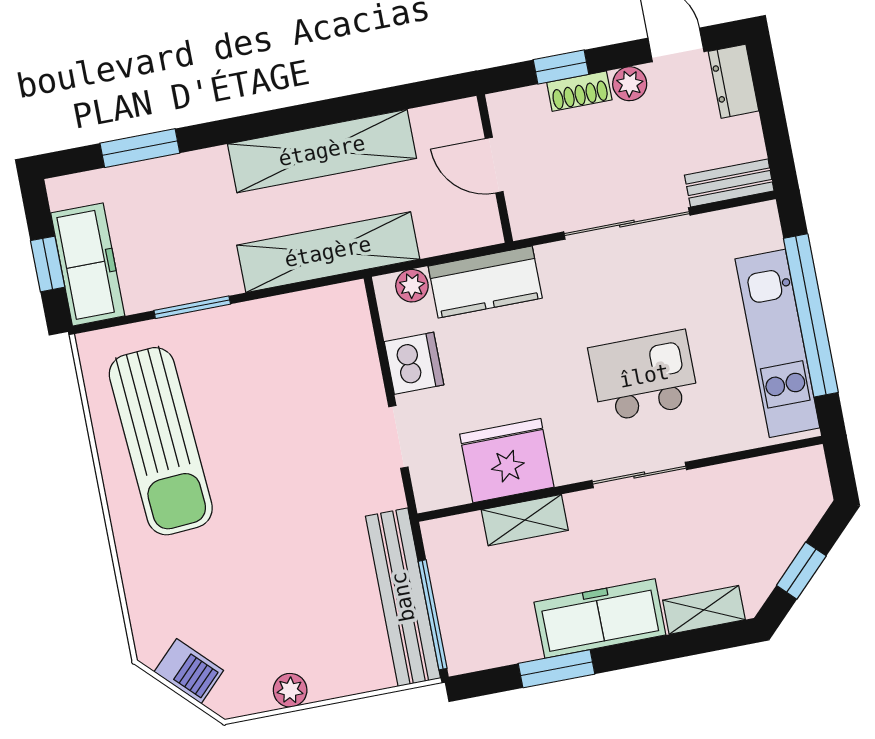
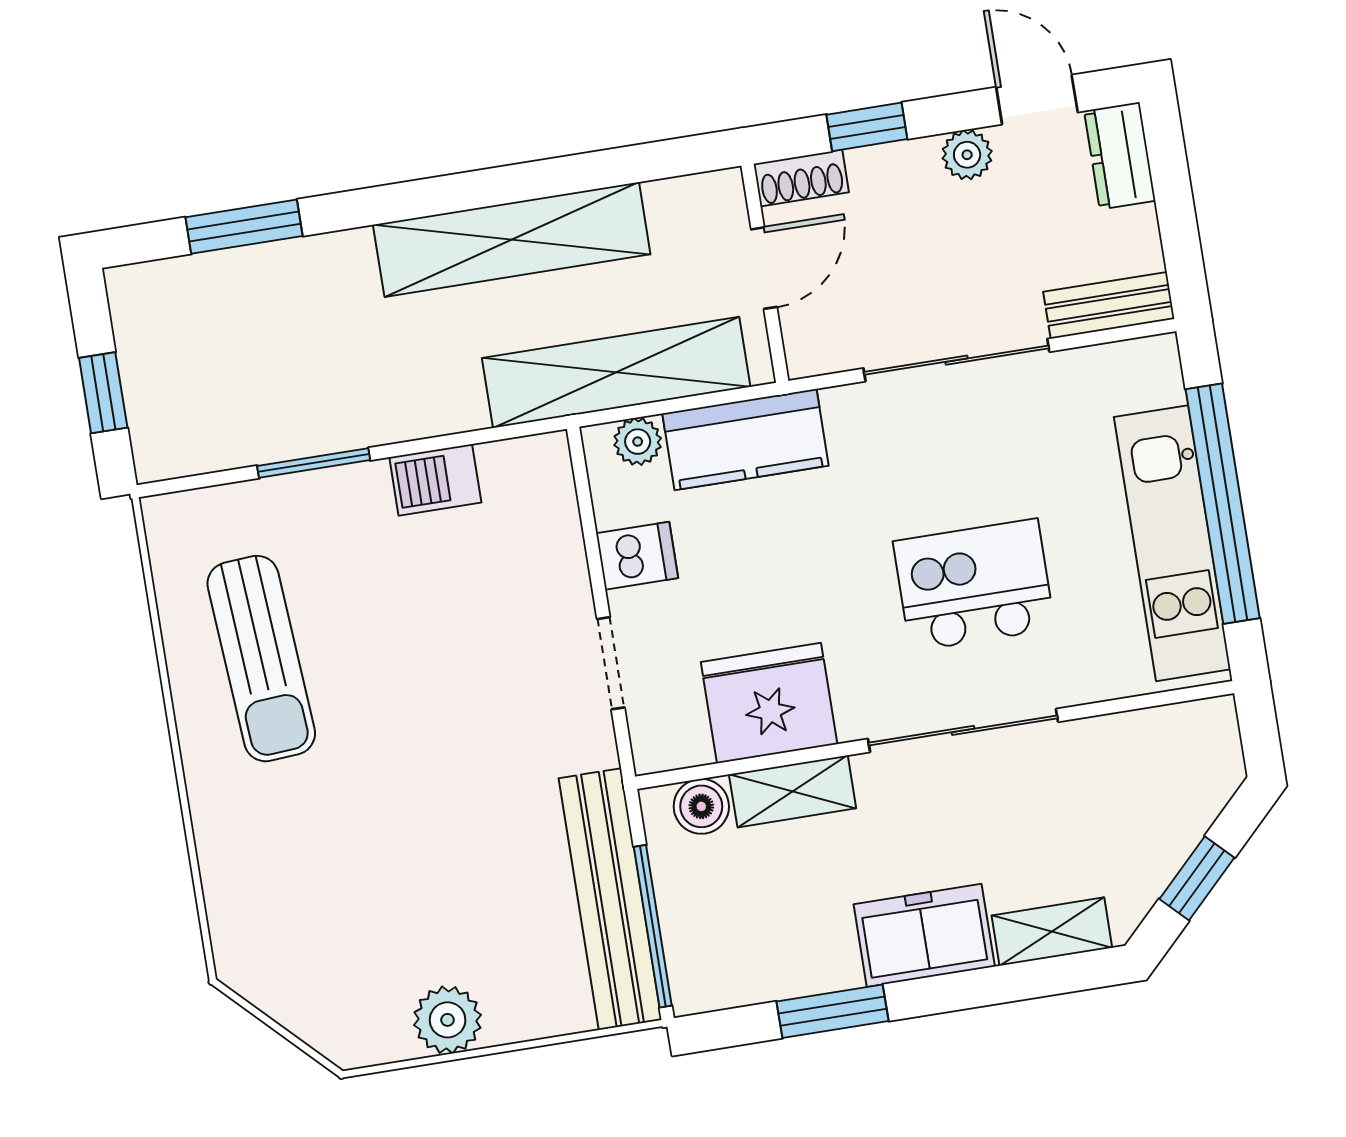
shoe rack: (579, 91) -> (801, 178), moved
door: (494, 165) -> (764, 268), swing flipped
shelving: (328, 252) -> (616, 372), moved
freezer: (88, 264) -> (162, 395), removed
dishwasher: (414, 363) -> (637, 556), width x0.73
sun lounger: (161, 441) -> (261, 659), width x0.73, depth x0.75
sliding door: (639, 475) -> (963, 730), width x1.37
boiler: (463, 532) -> (701, 806), added
freezer: (600, 619) -> (924, 935), width x0.71
barbecue: (189, 671) -> (435, 480), moved, turned 135
plant: (290, 690) -> (448, 1020), width x1.38, depth x1.38

